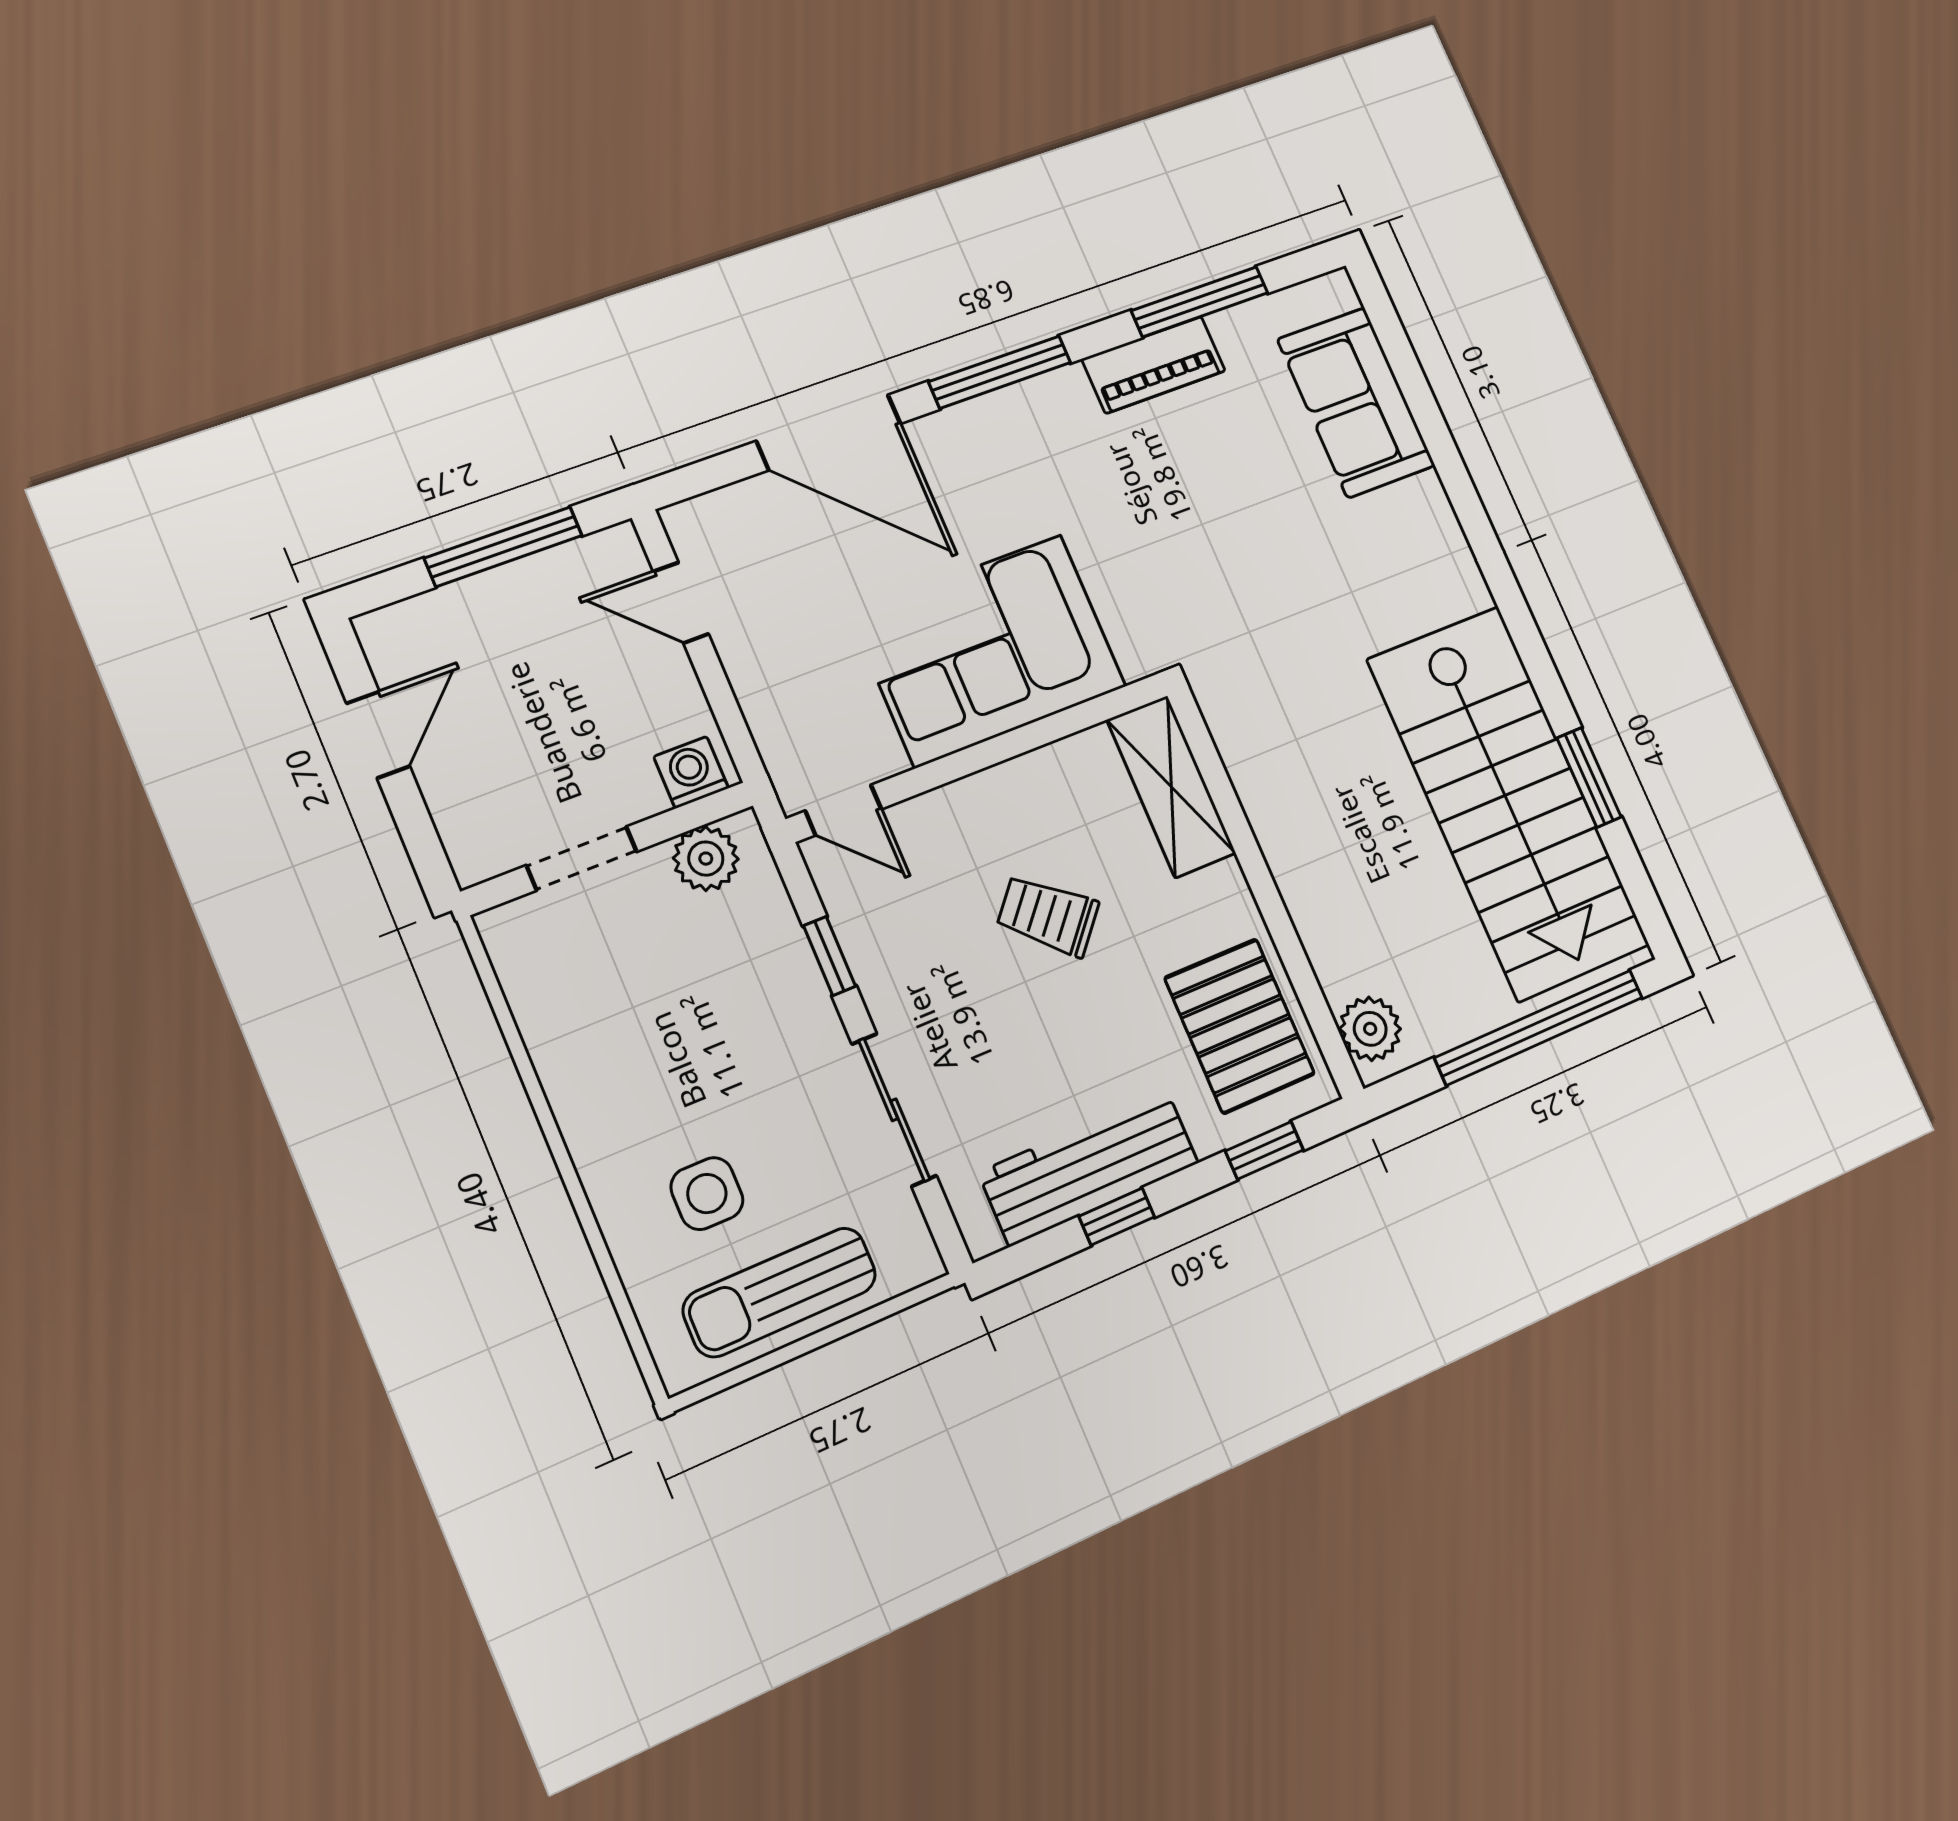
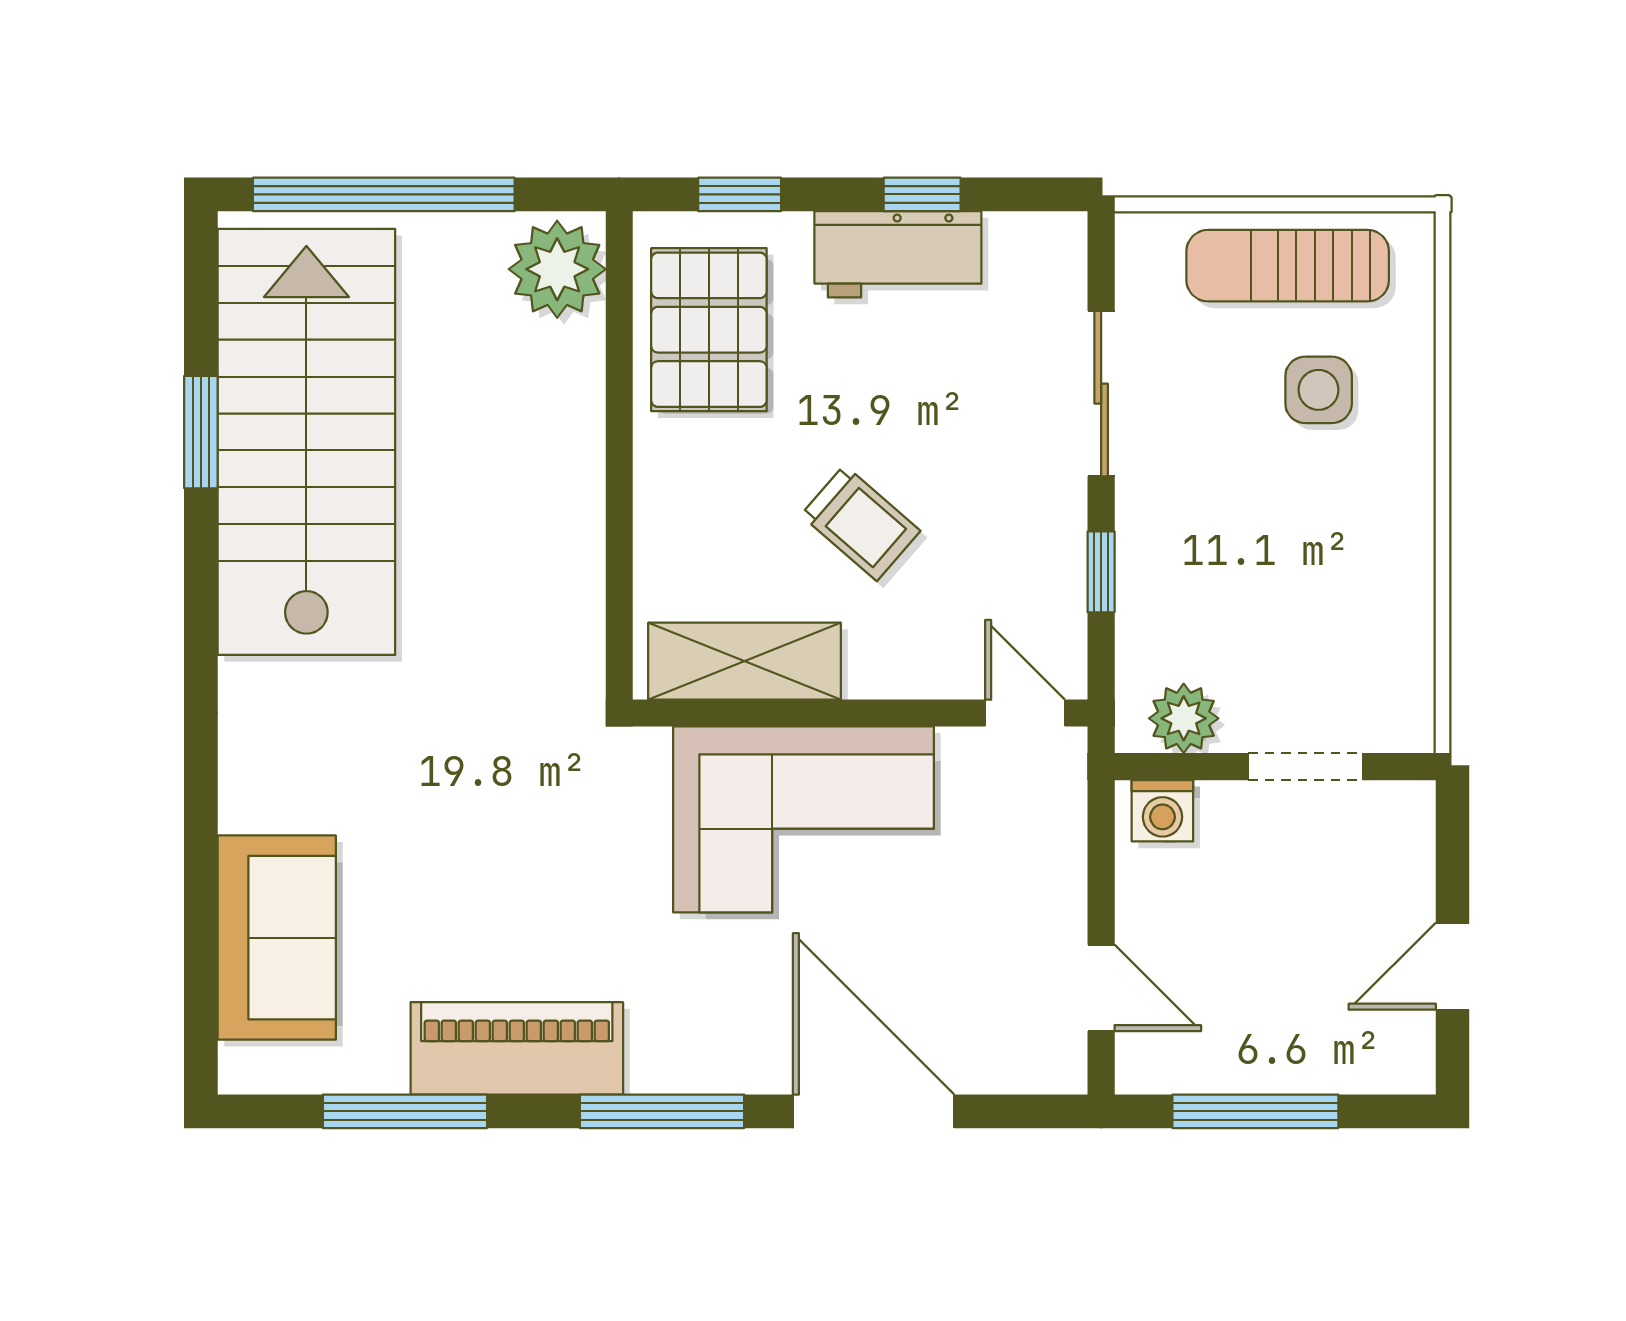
piano: (1154, 365) -> (517, 1048), width x1.37, depth x1.33
shelving: (1171, 787) -> (745, 661), moved, turned 90
plant: (1370, 1029) -> (557, 269), width x1.36, depth x1.36
workbench: (1089, 1168) -> (898, 254), width x0.73
sun lounger: (780, 1292) -> (1288, 266), turned 180

